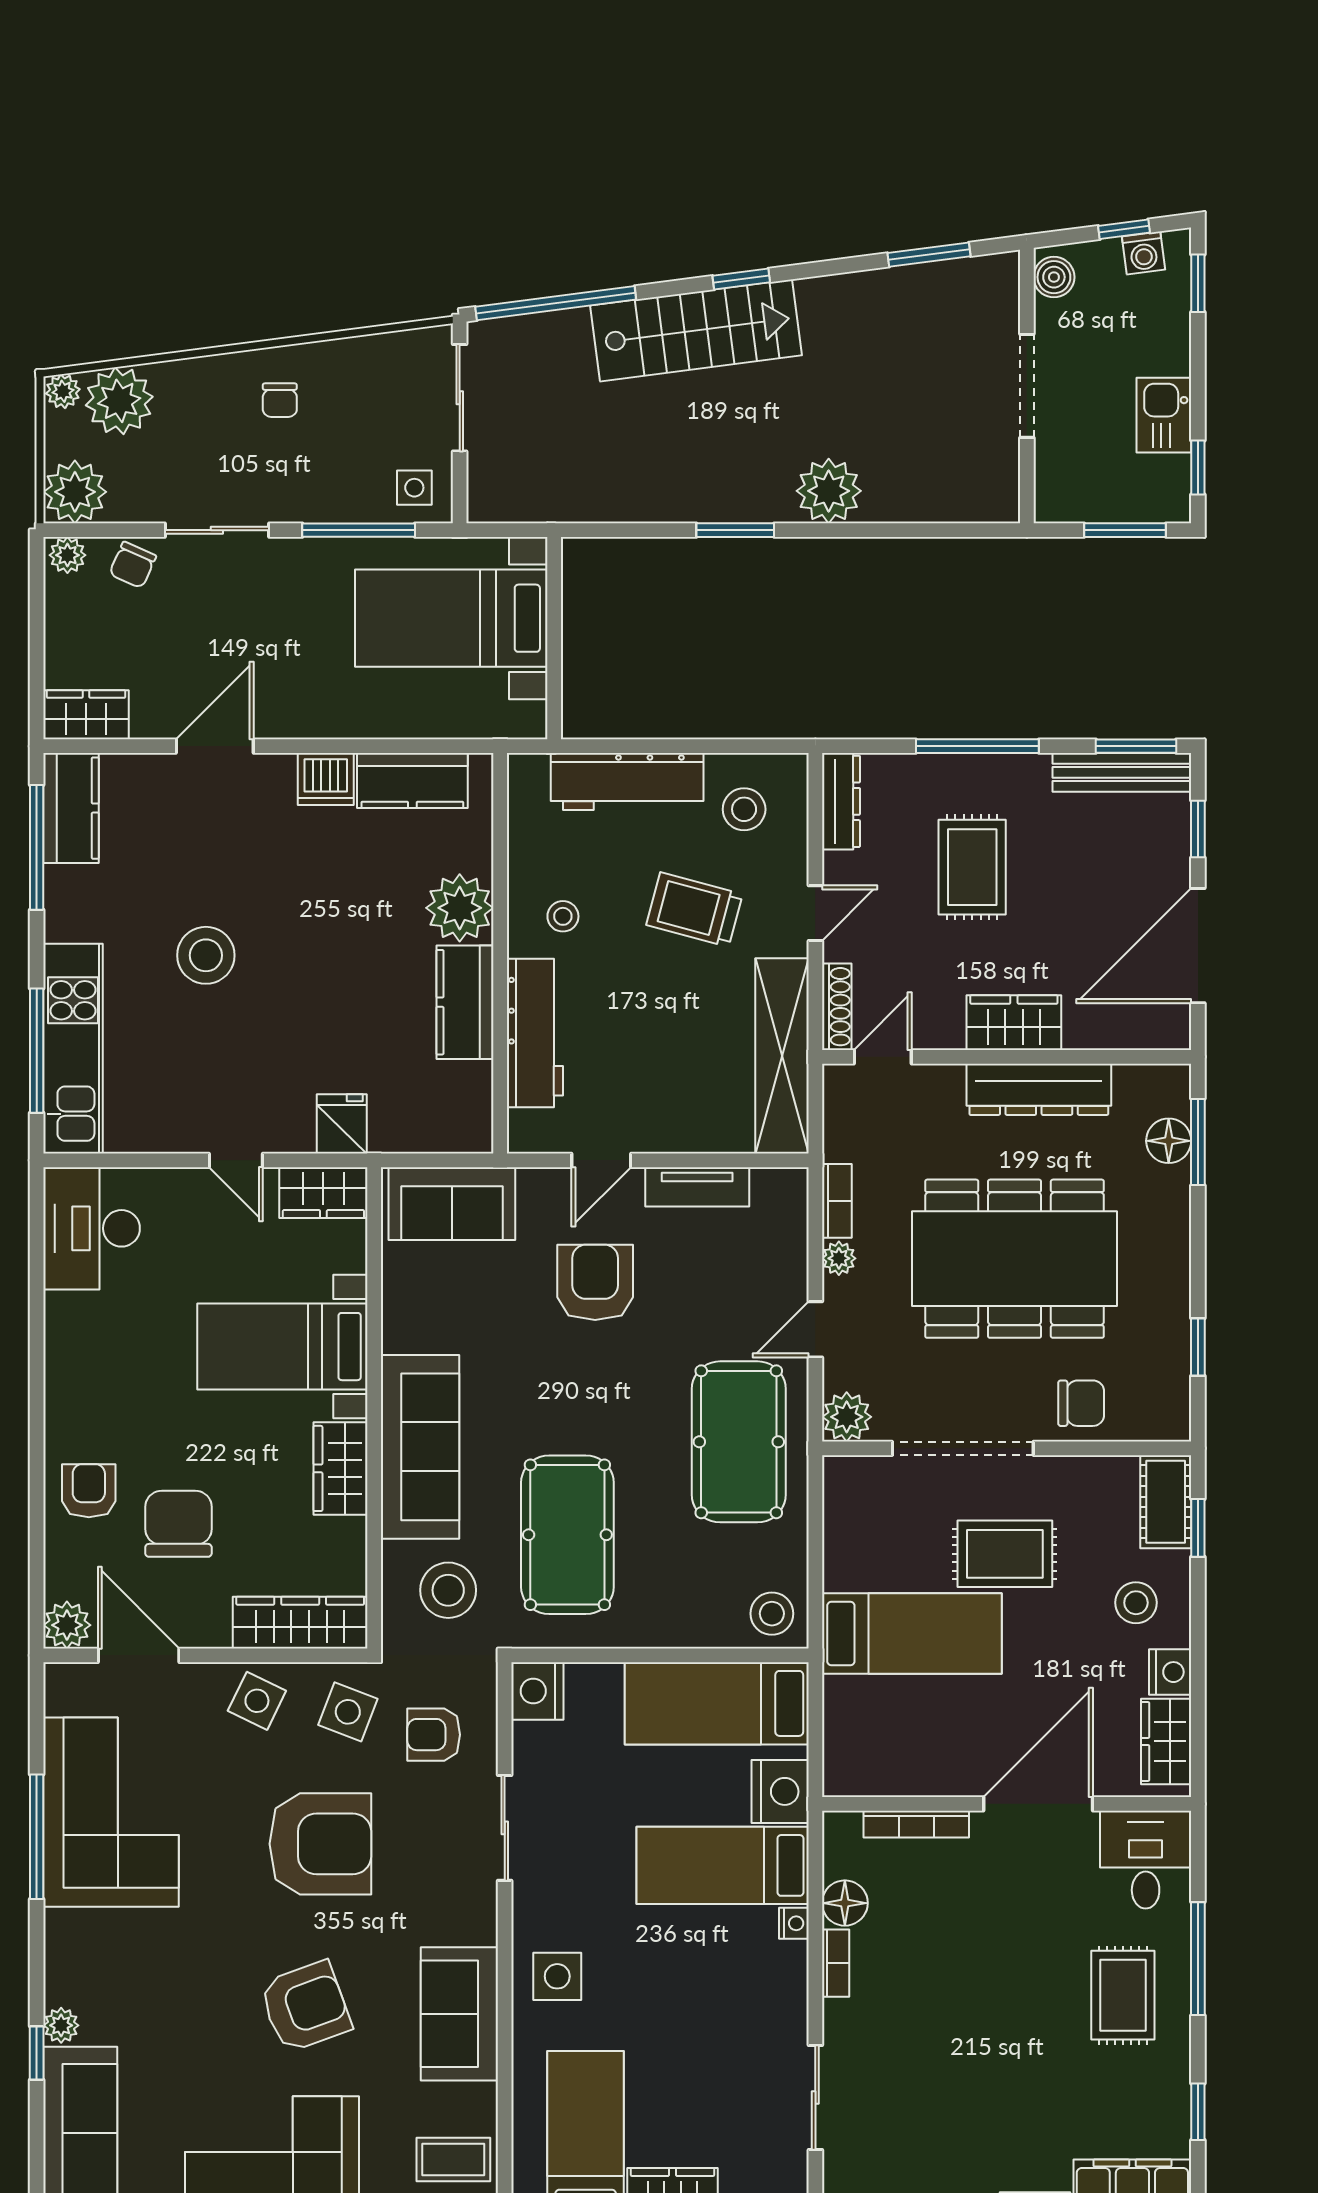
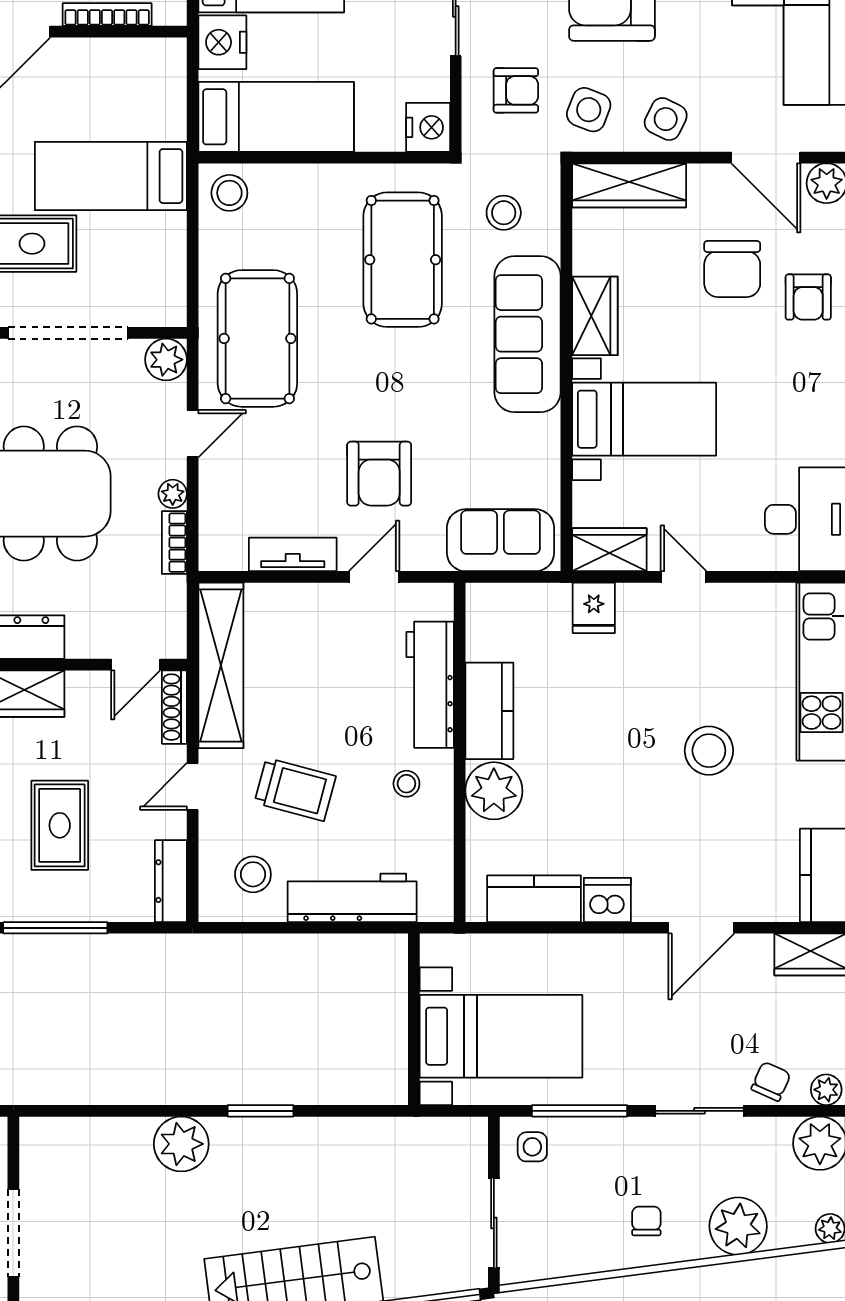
plant: (119, 401) -> (738, 1226), moved
stool: (448, 1590) -> (504, 213), width x0.73, depth x0.73

